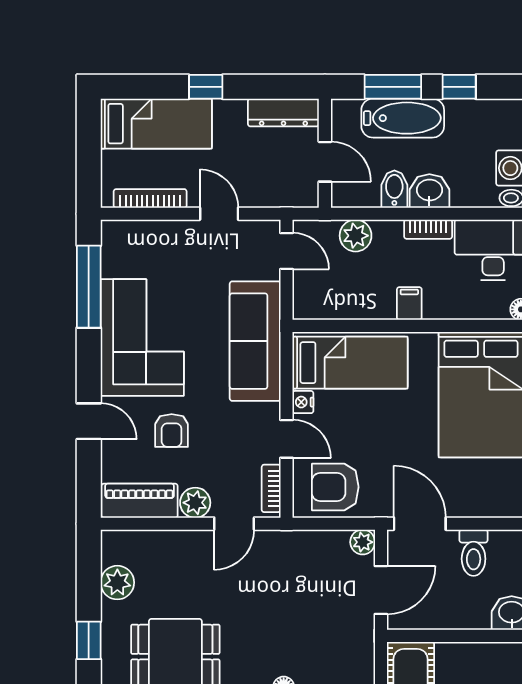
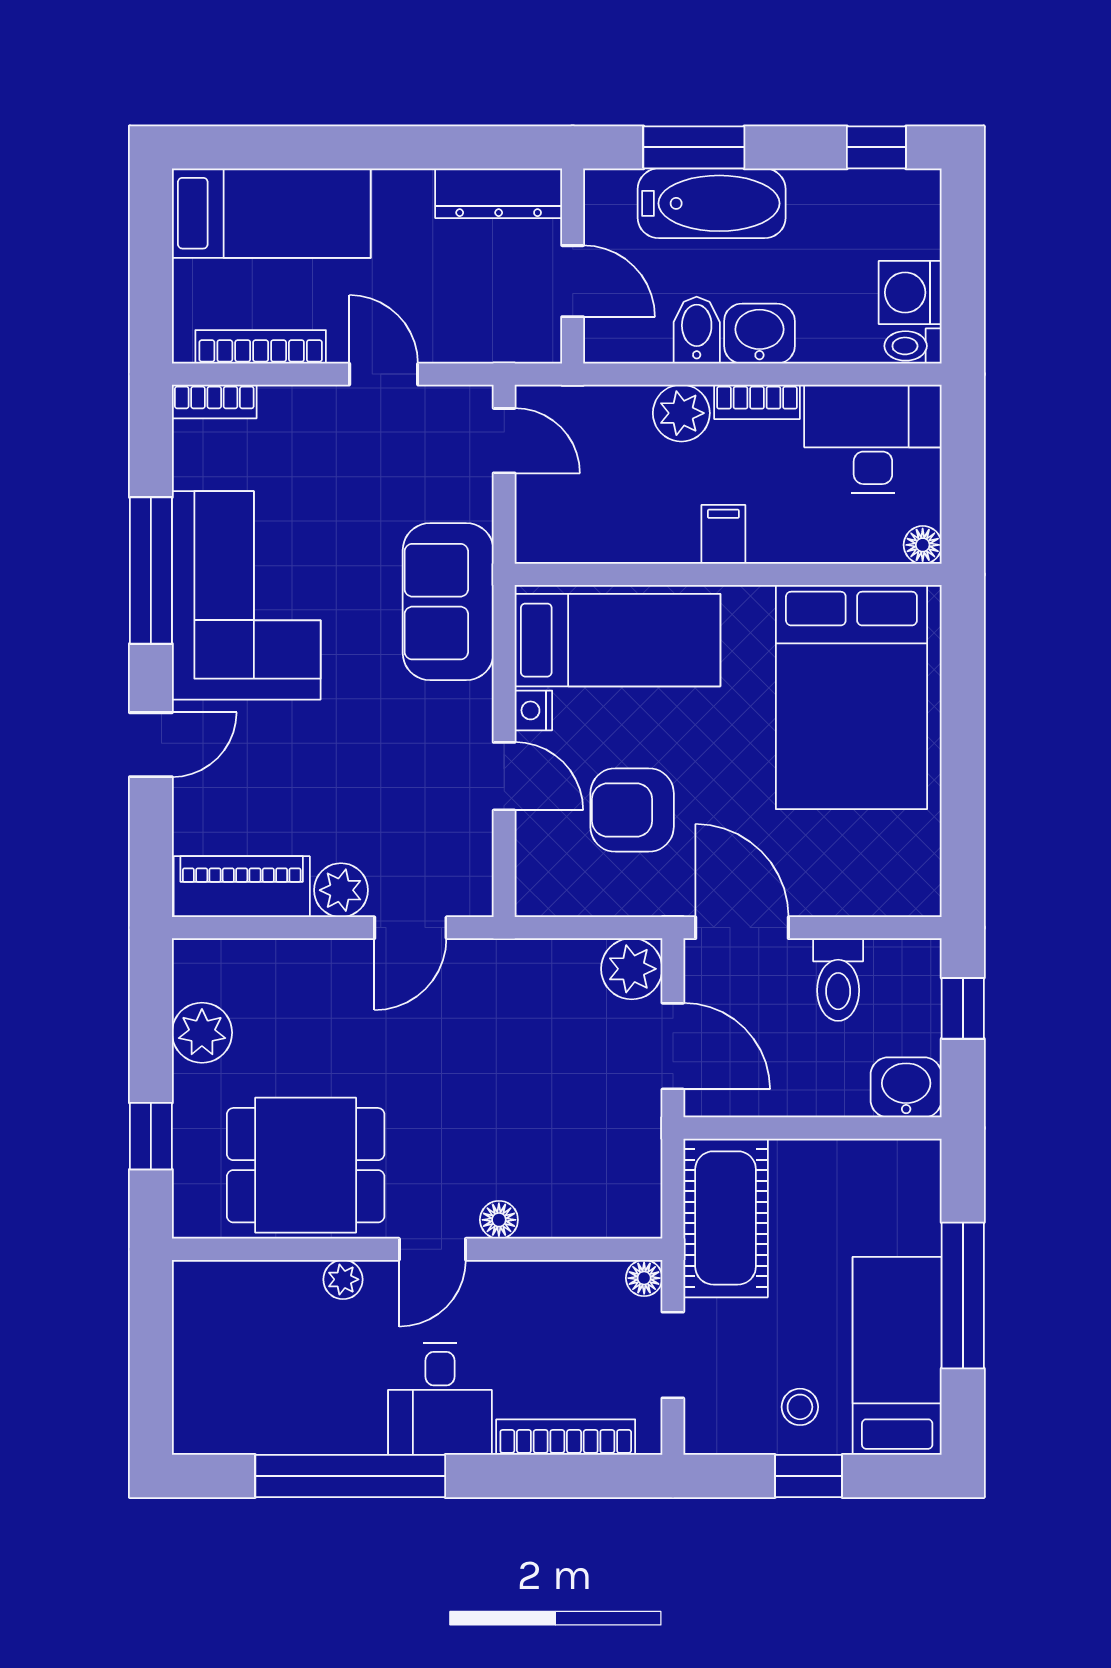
window: (206, 87) -> (360, 147), removed
window: (459, 87) -> (876, 147), moved
plant: (356, 236) -> (681, 413), moved
window: (89, 287) -> (151, 570), moved
sofa: (255, 341) -> (448, 602), width x0.73
door: (89, 421) -> (151, 745), hinge flipped
armchair: (172, 431) -> (299, 761), removed
armchair: (335, 487) -> (632, 810), moved
bookcase: (271, 488) -> (214, 402), moved, turned -90
plant: (363, 542) -> (632, 969), width x1.38, depth x1.38
door: (381, 590) -> (673, 1046), hinge flipped

